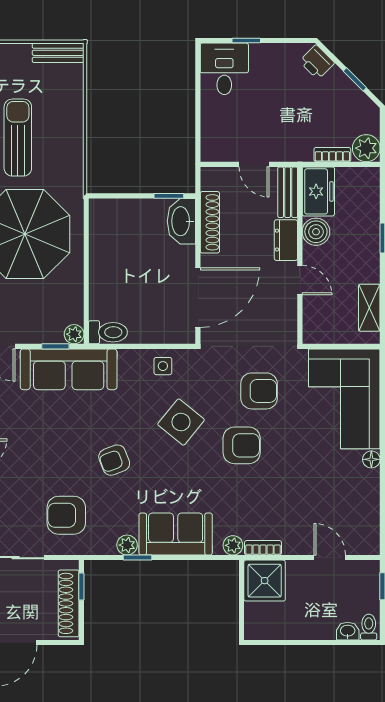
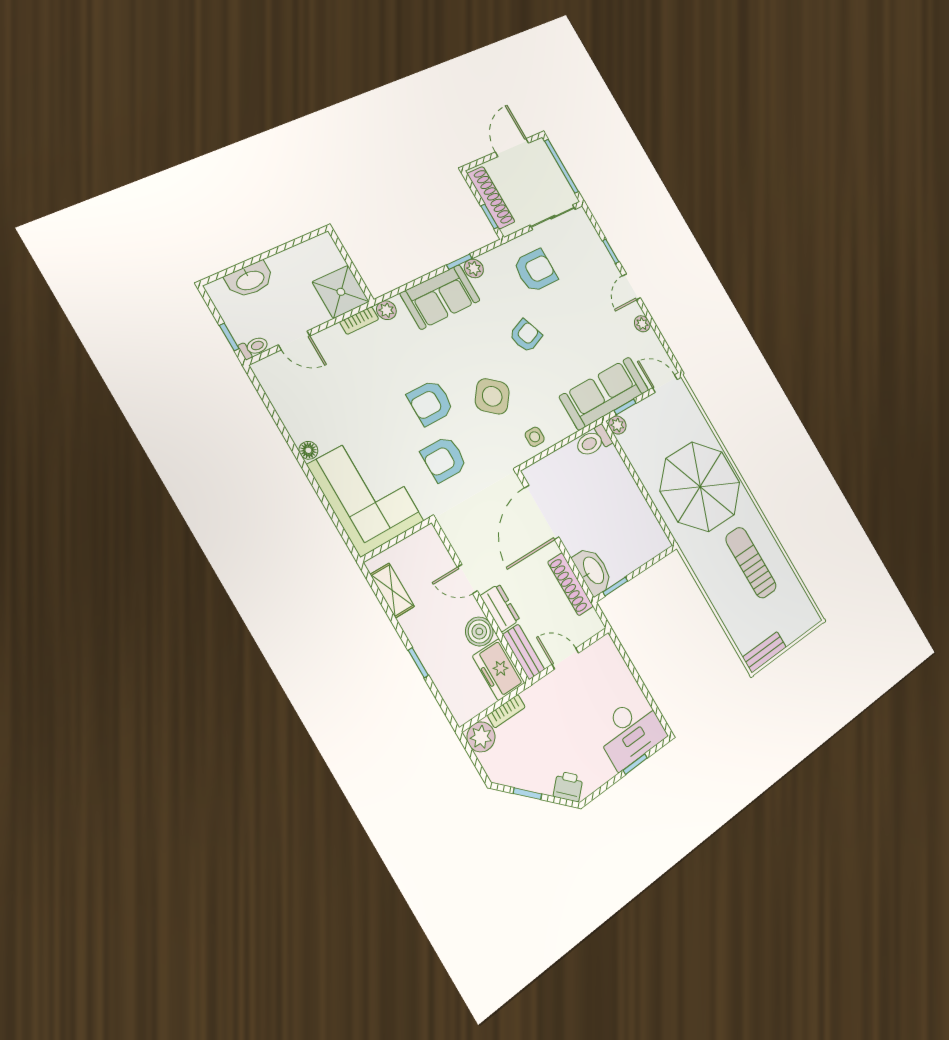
desk: (224, 69) -> (631, 732), width x1.37
sun lounger: (18, 138) -> (751, 563), turned 180
toilet: (369, 627) -> (254, 347), moved, turned -90
washbasin: (348, 631) -> (250, 280), width x1.91, depth x1.45

